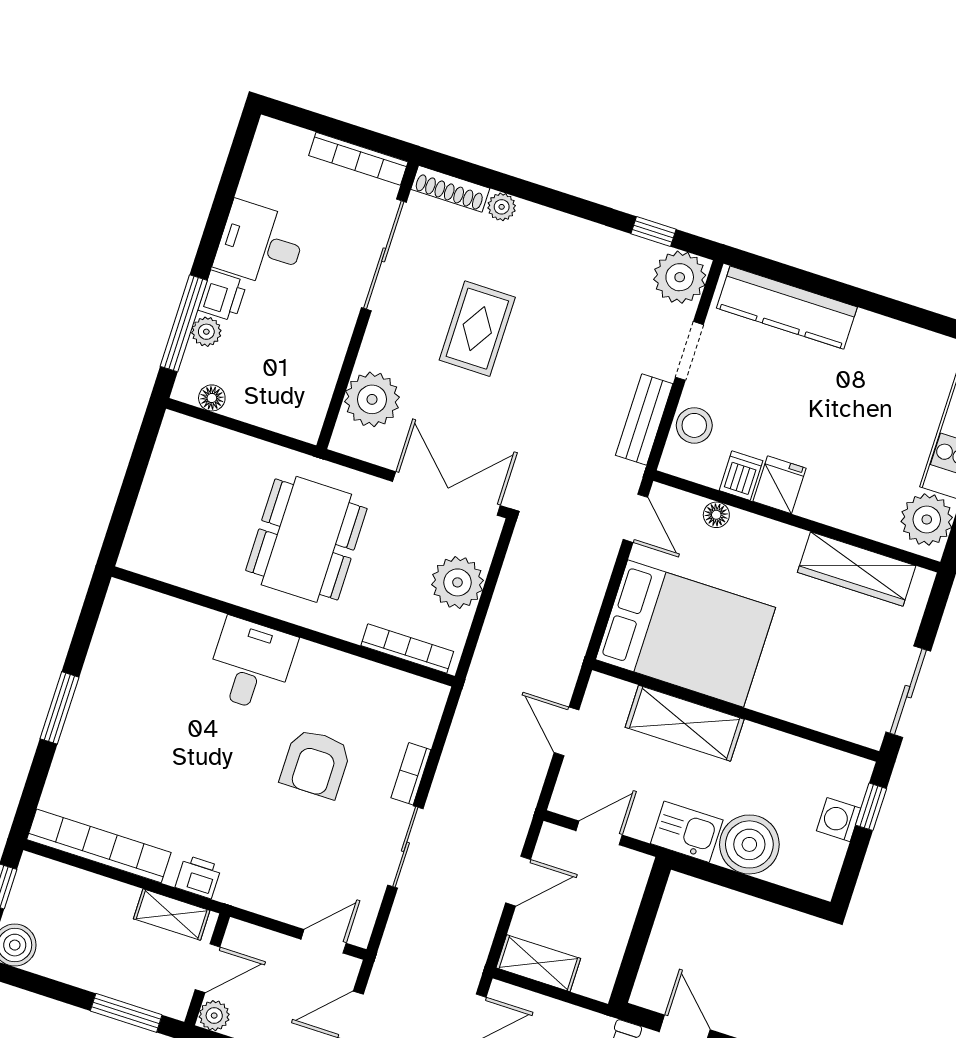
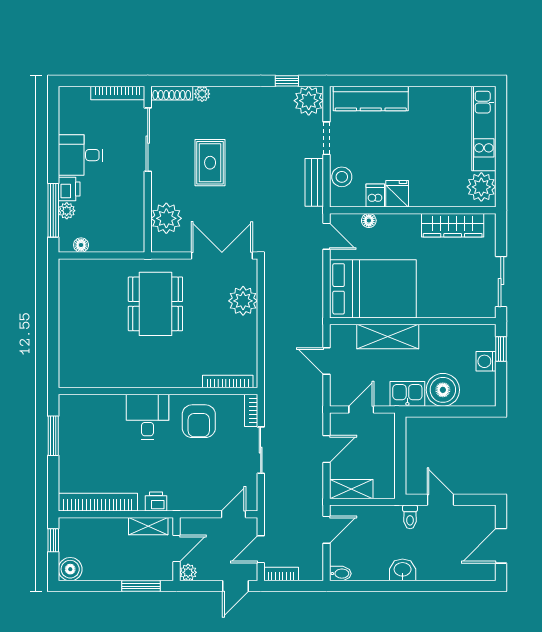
wall: (283, 626) -> (158, 391), moved
bookcase: (407, 649) -> (228, 381), moved
desk: (251, 665) -> (148, 417), moved

